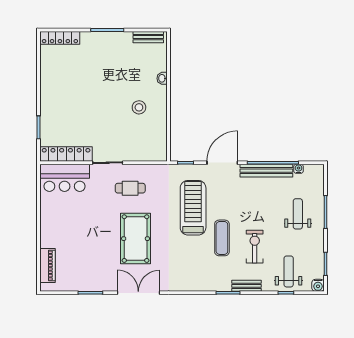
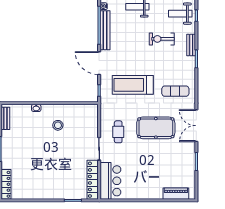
exercise mat: (222, 238) -> (175, 91), moved

